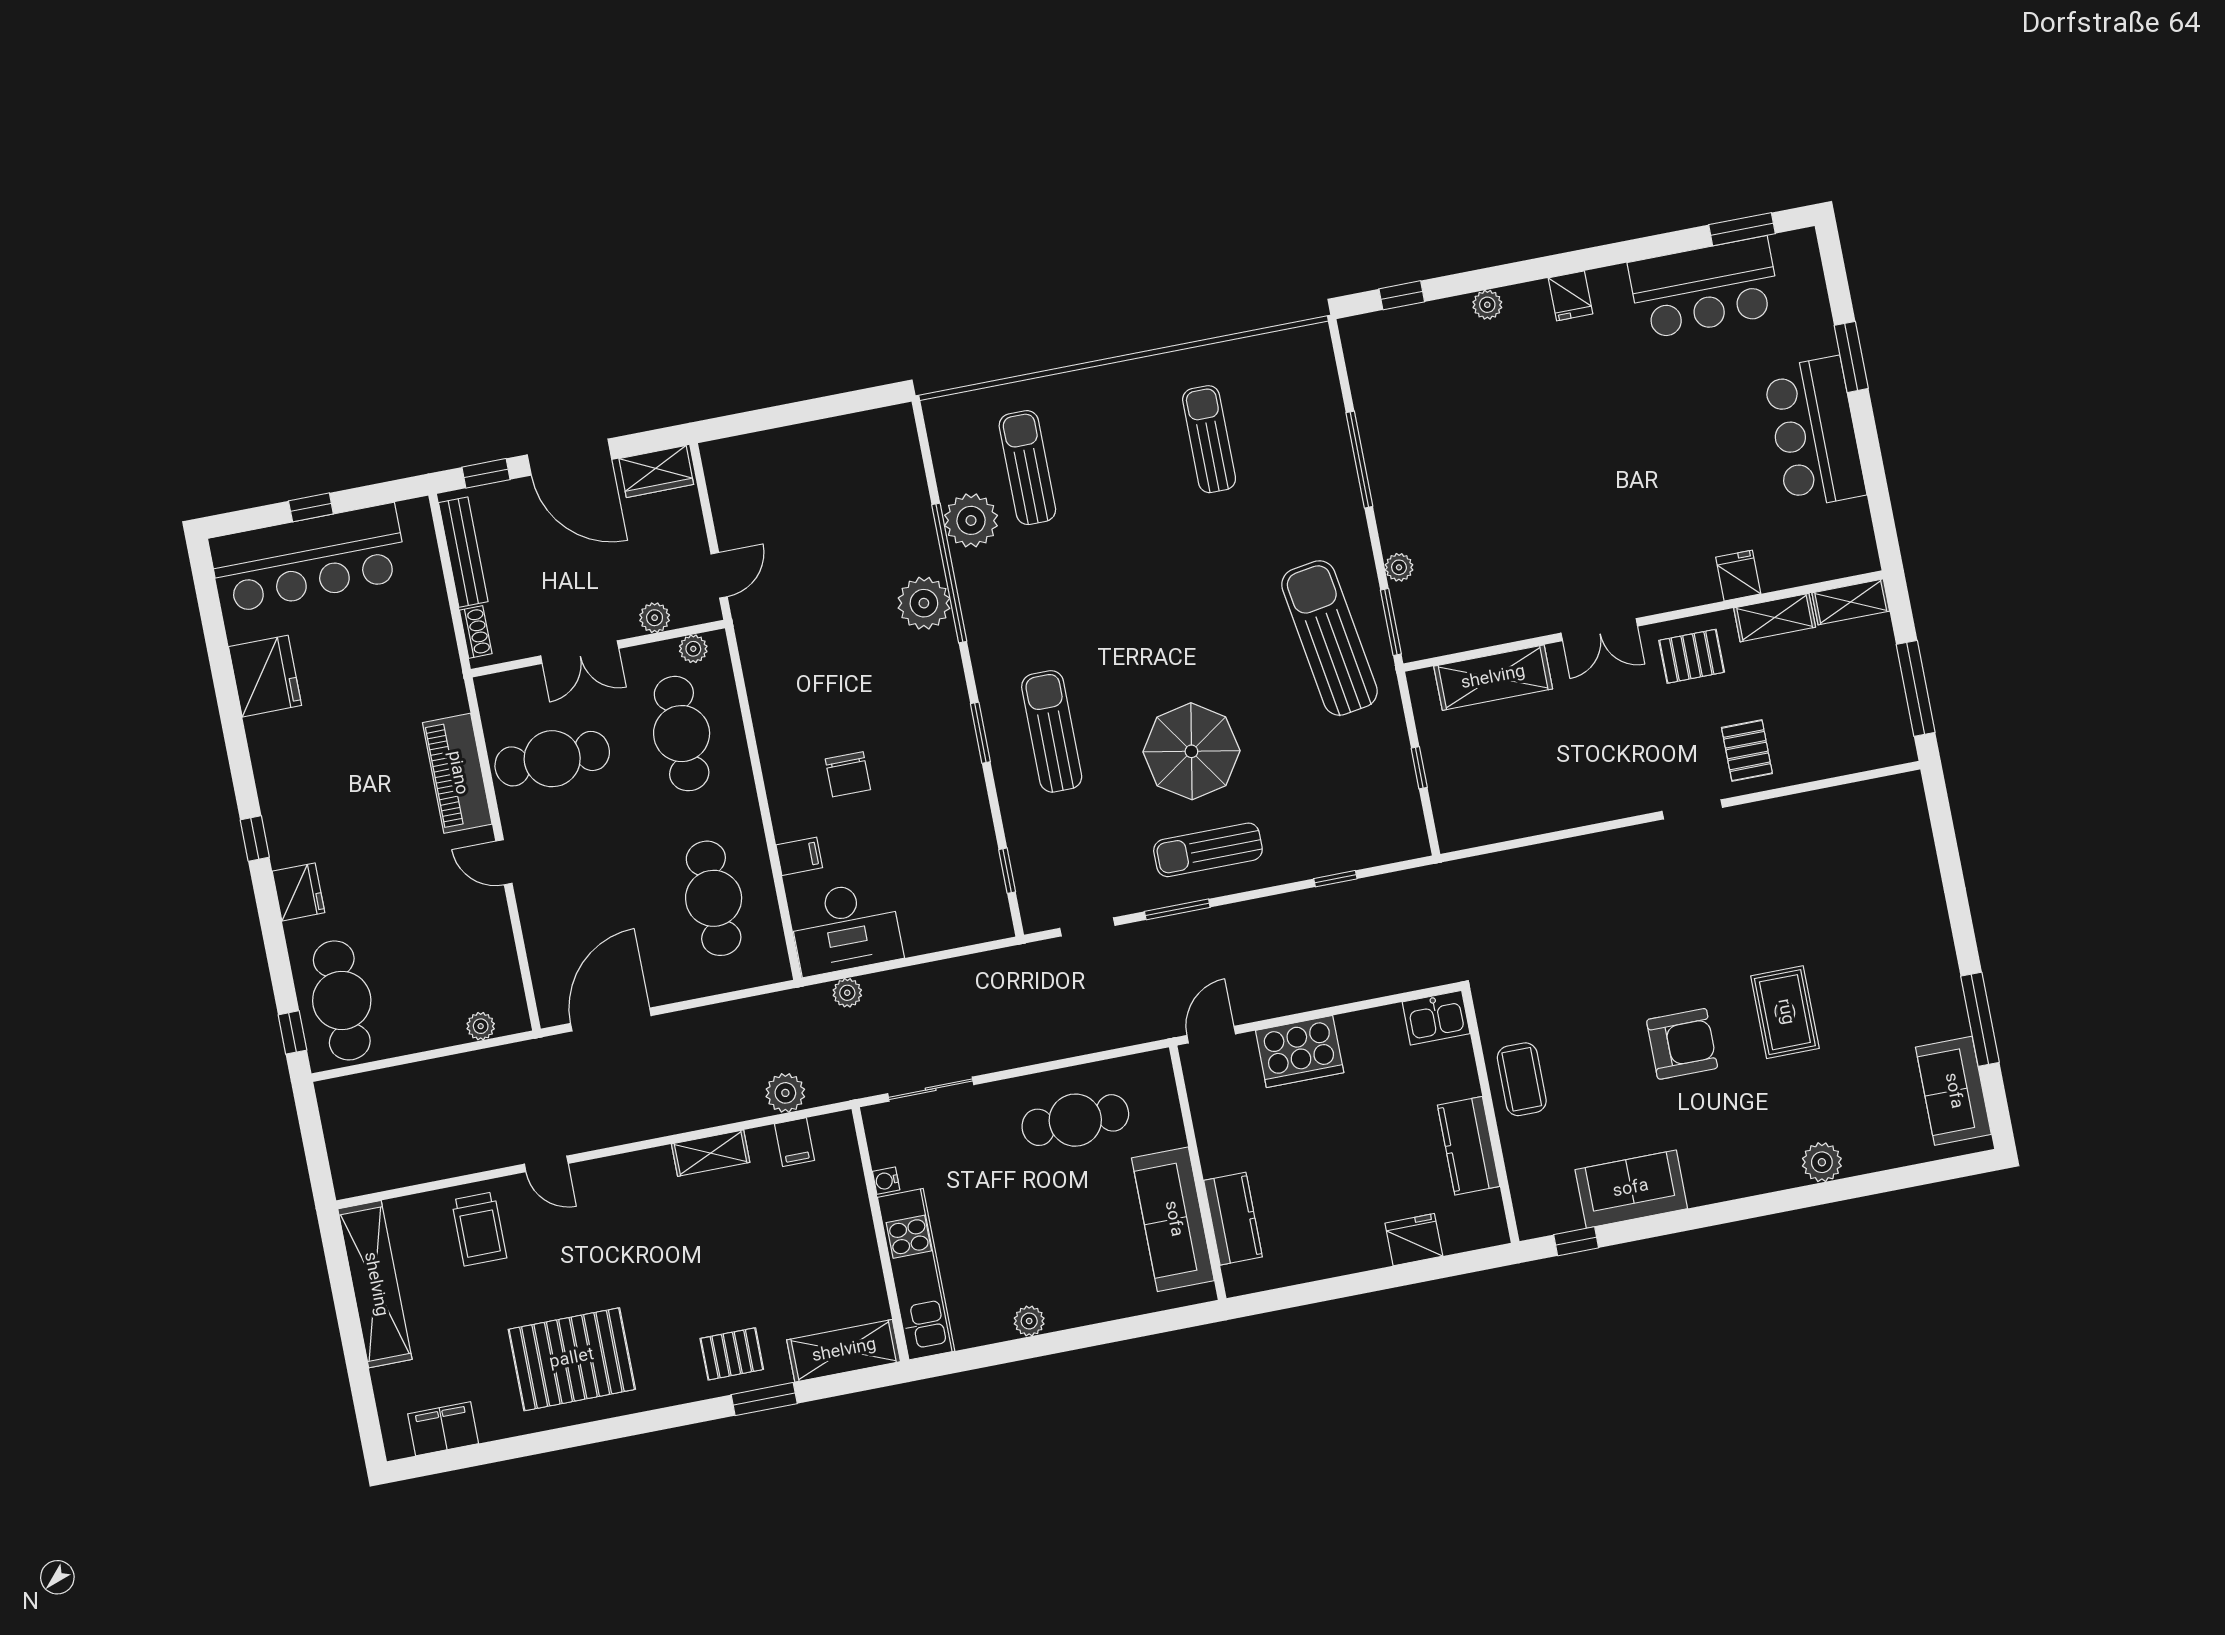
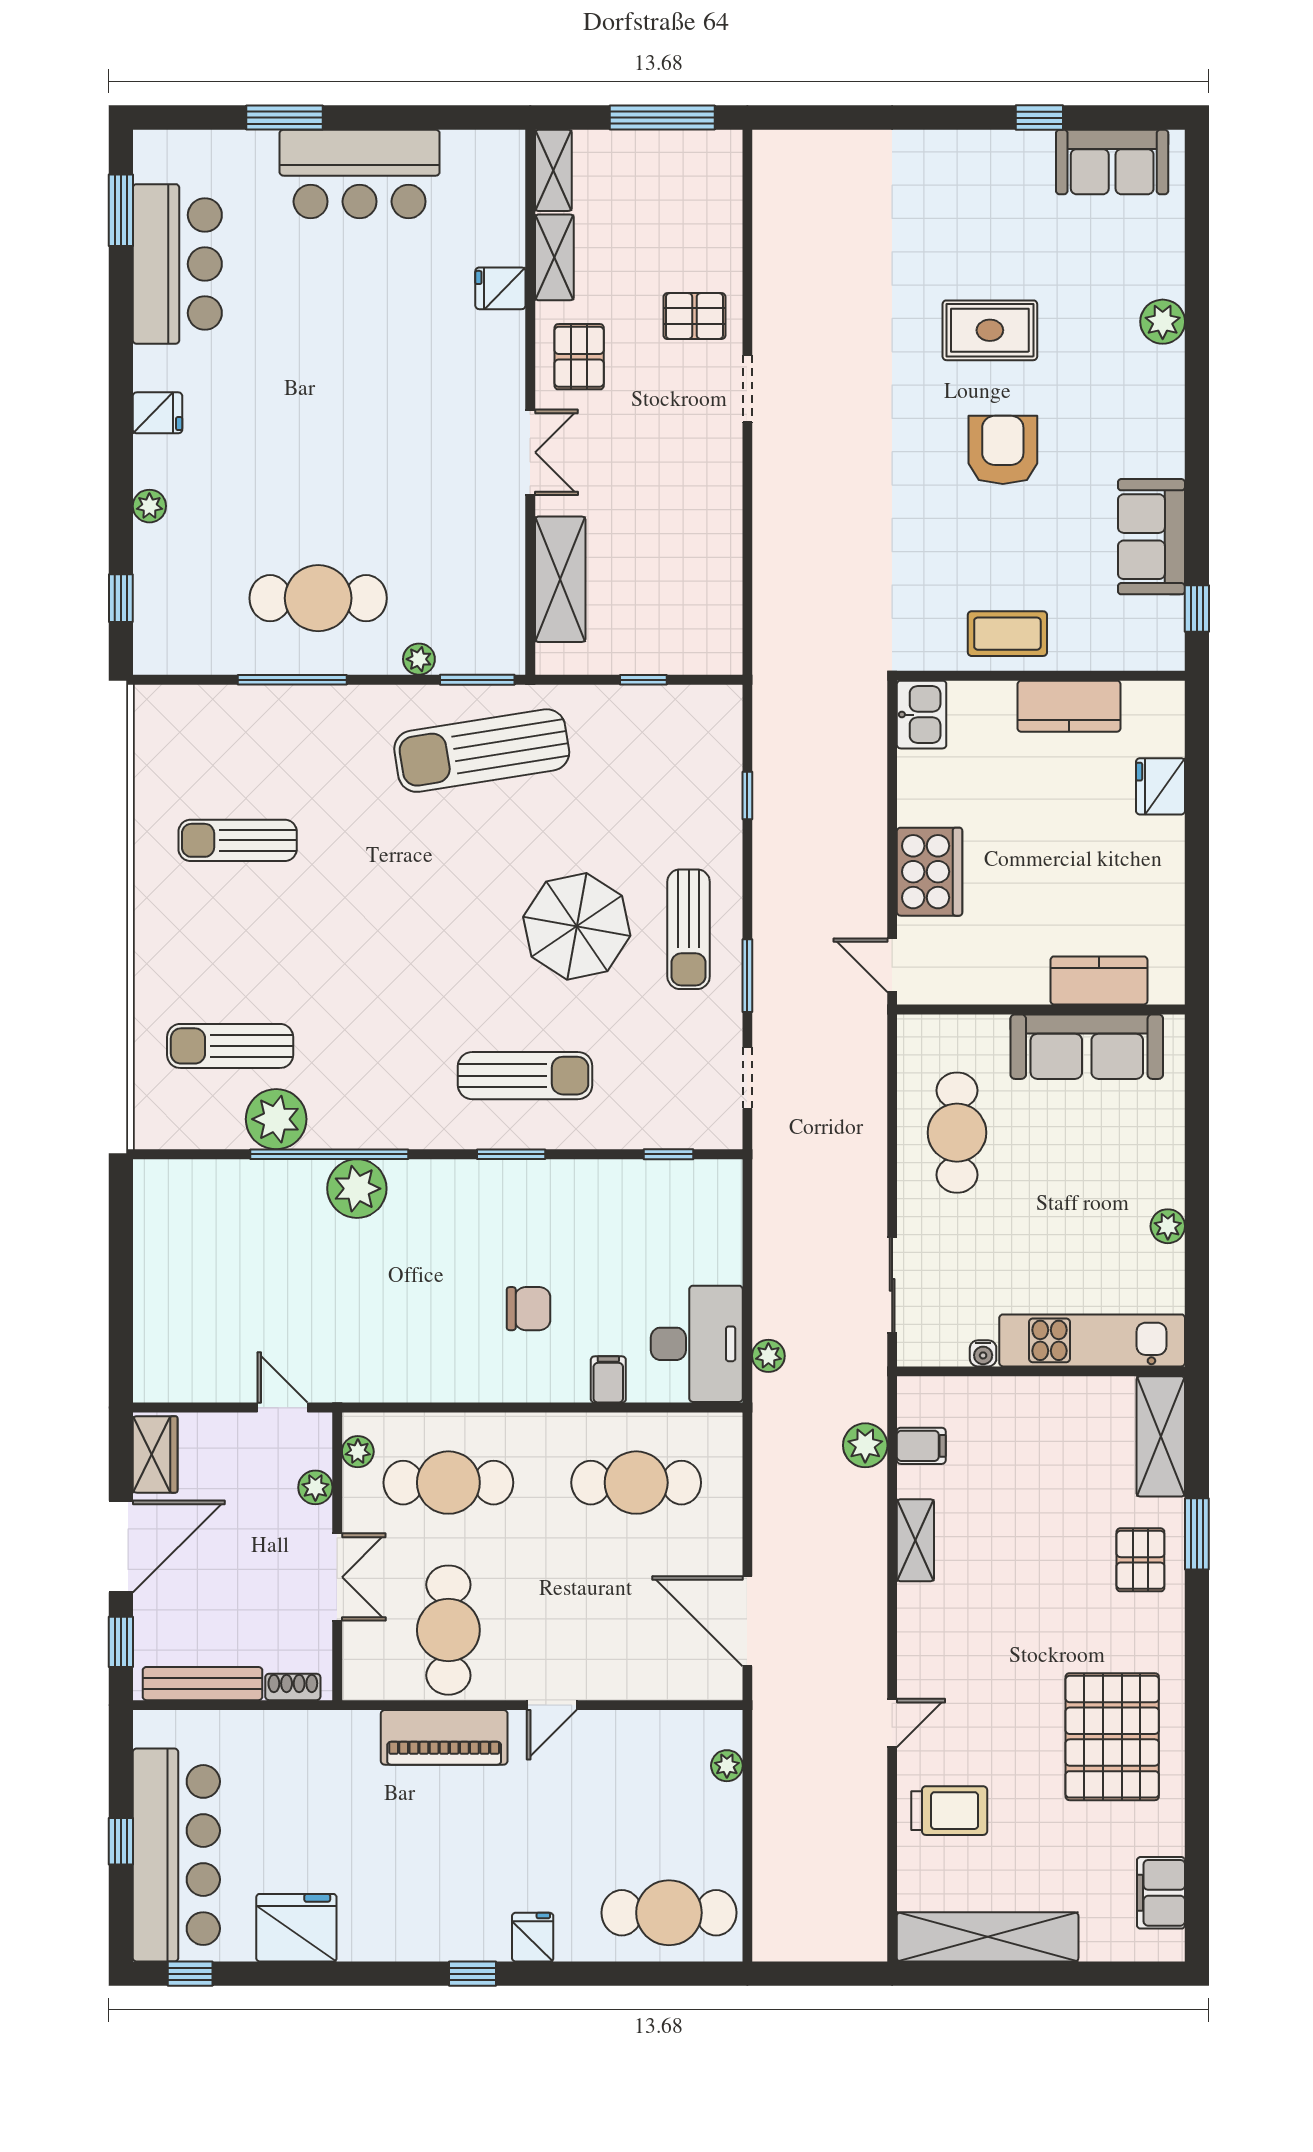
cafe table: (1435, 468) -> (318, 598), added
sun lounger: (1052, 731) -> (525, 1076), turned 180
fridge: (298, 892) -> (533, 1937), width x0.72
window: (1980, 1019) -> (1039, 118), width x0.46
window: (292, 1032) -> (190, 1974), moved

